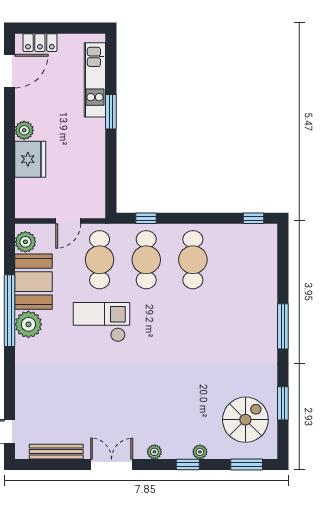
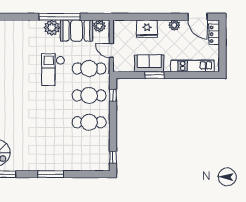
window: (111, 112) -> (154, 75), moved
plant: (24, 130) -> (174, 25), moved
sofa: (91, 155) -> (149, 63), added
checkout: (102, 322) -> (53, 70), turned 180

